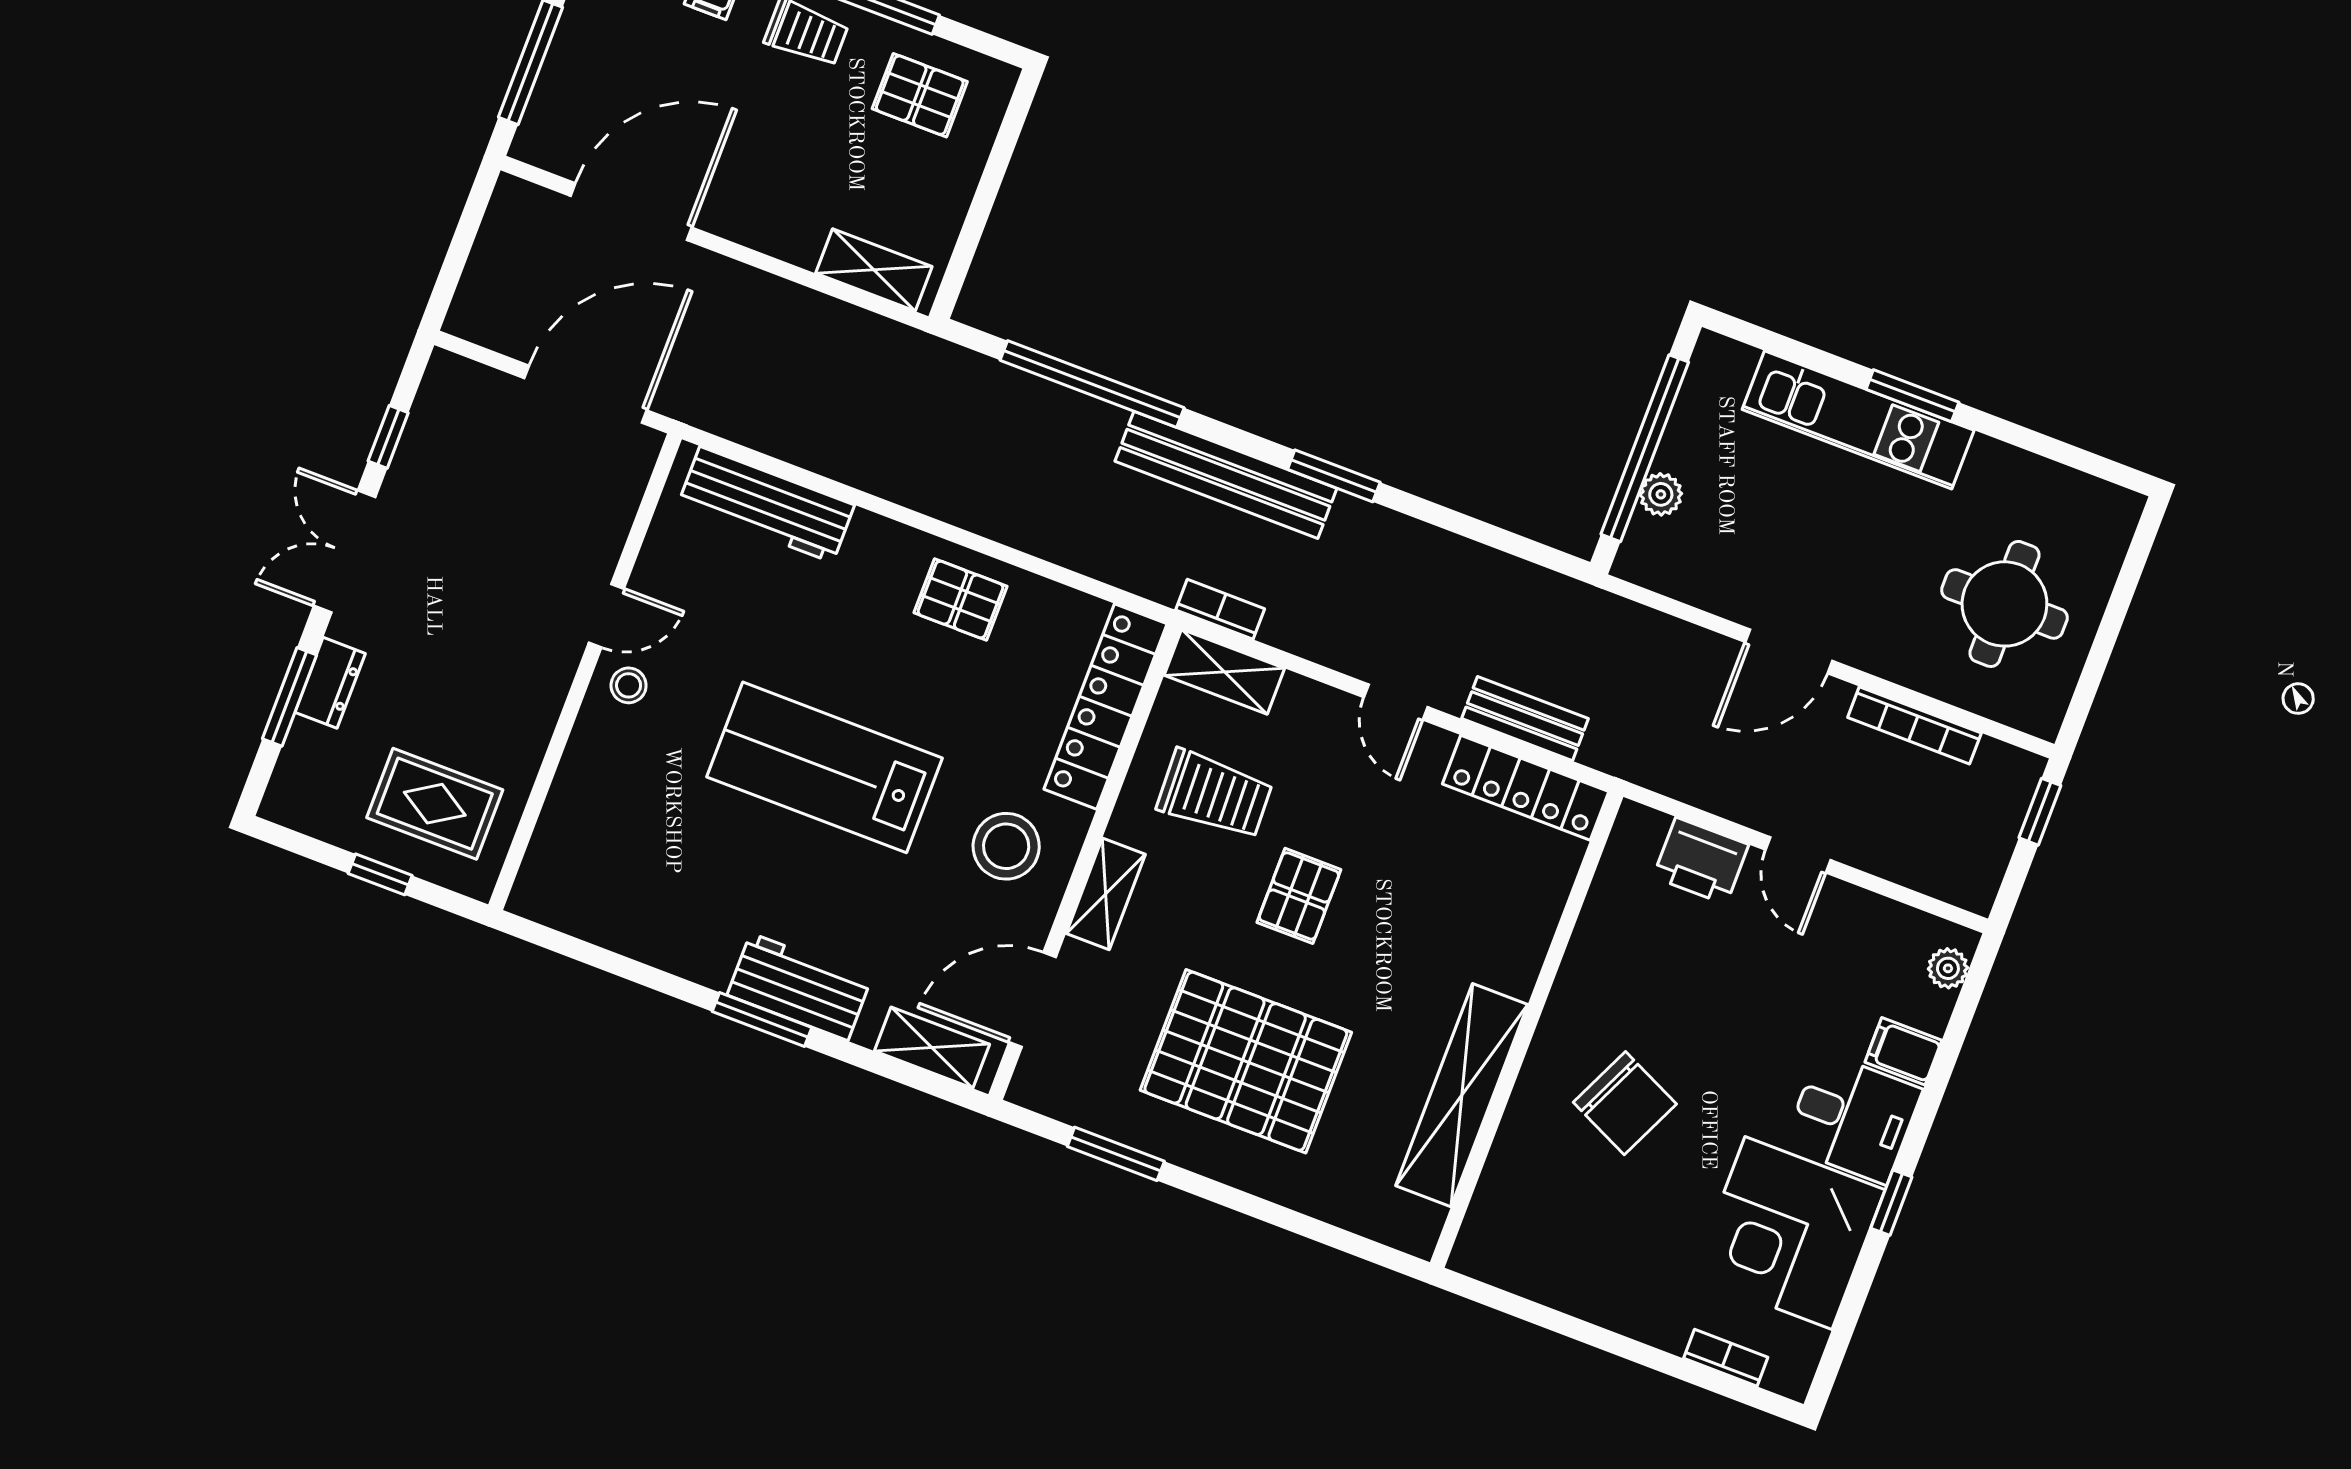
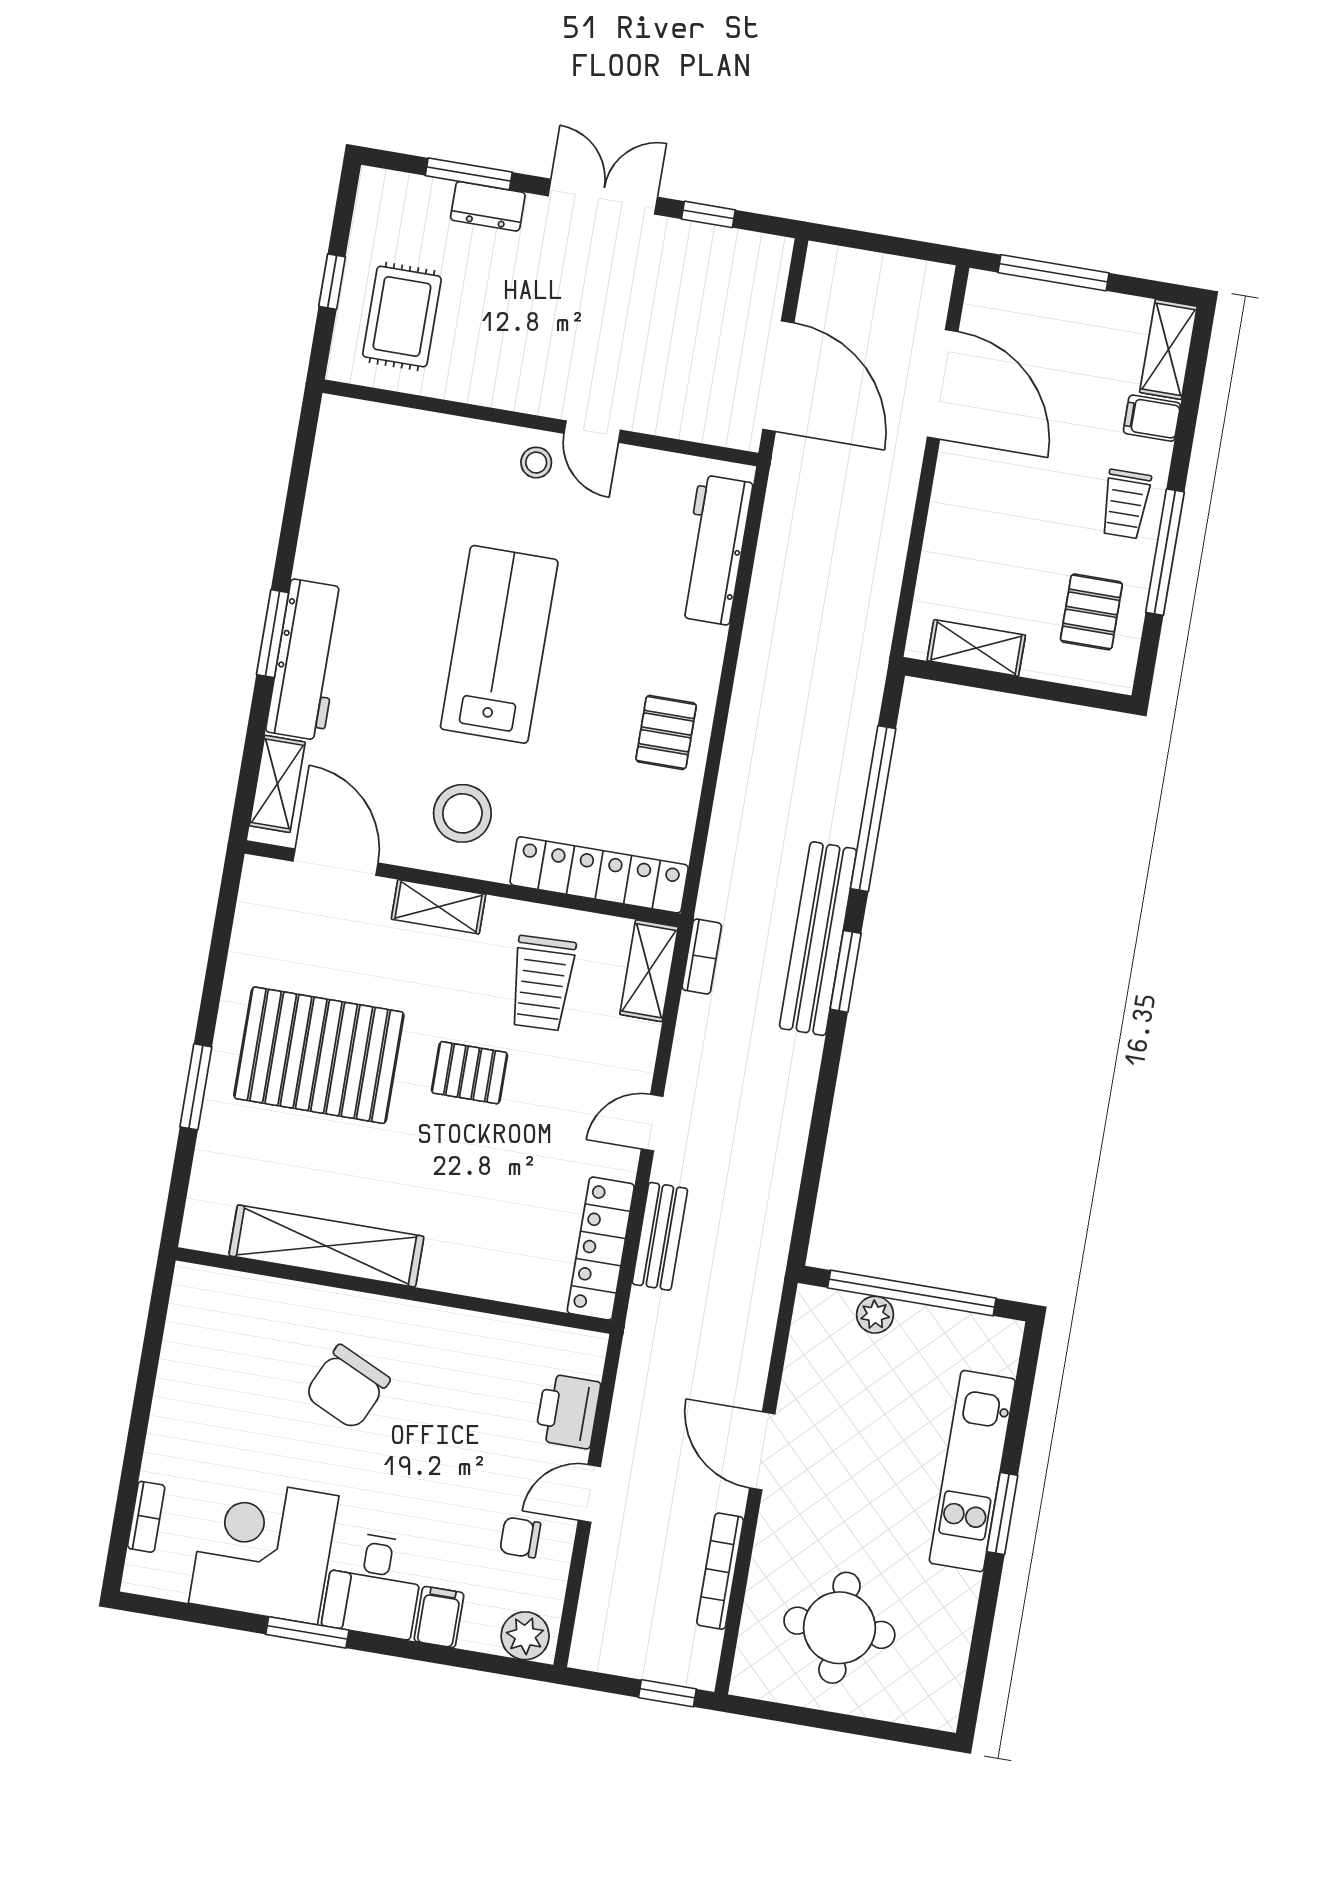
shelving: (874, 270) -> (976, 648), moved, turned 90
window: (1334, 476) -> (846, 971), moved
chair: (1832, 942) -> (520, 1537), added
plant: (1948, 968) -> (525, 1636), width x1.38, depth x1.38
workbench: (799, 987) -> (307, 660), width x1.37
pallet: (1246, 1061) -> (319, 1055), turned 90
window: (1116, 1154) -> (196, 1087), moved
window: (1891, 1203) -> (307, 1632), width x1.50

